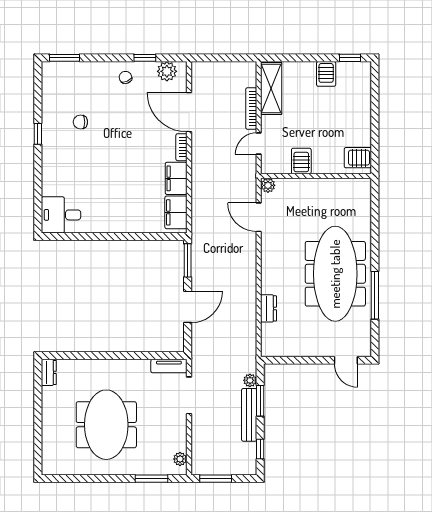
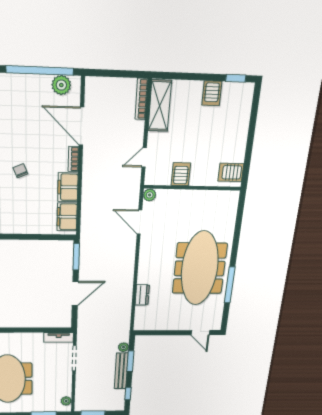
window: (145, 58) -> (40, 70), width x3.17
chair: (125, 77) -> (20, 171), moved
bookcase: (251, 109) -> (141, 99), moved

